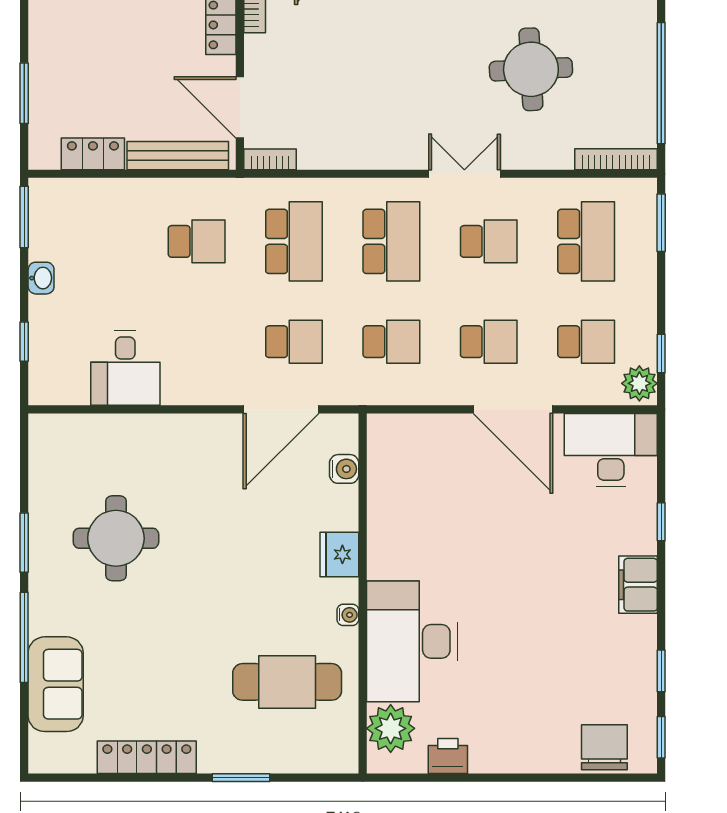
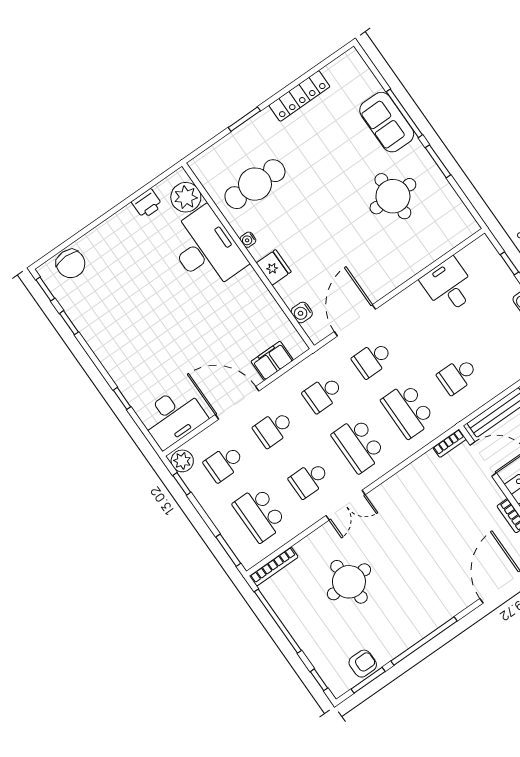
filing cabinet: (638, 585) -> (272, 361), moved, turned -90
sofa: (56, 684) -> (387, 122), moved

